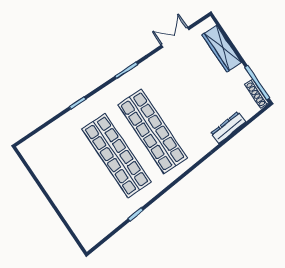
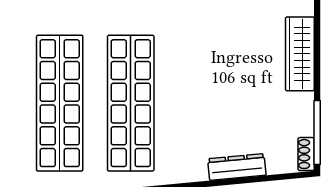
shoe rack: (257, 94) -> (306, 154), width x0.70

